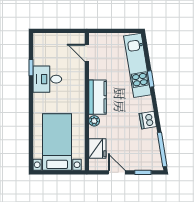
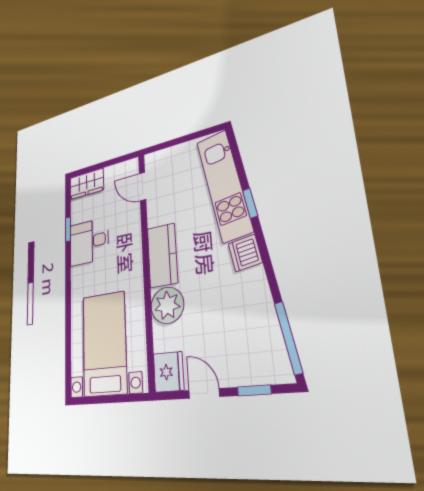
wardrobe: (46, 40) -> (87, 184), added
dishwasher: (148, 120) -> (245, 253), moved
plant: (94, 121) -> (167, 305), width x1.88, depth x1.88
fridge: (97, 149) -> (169, 372), moved

